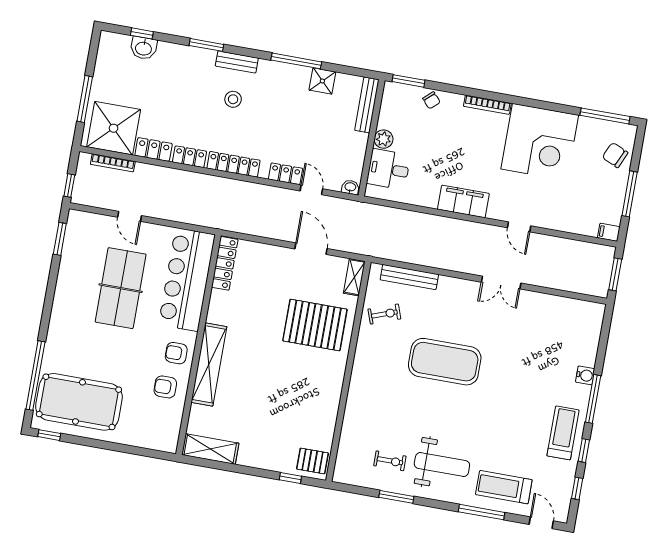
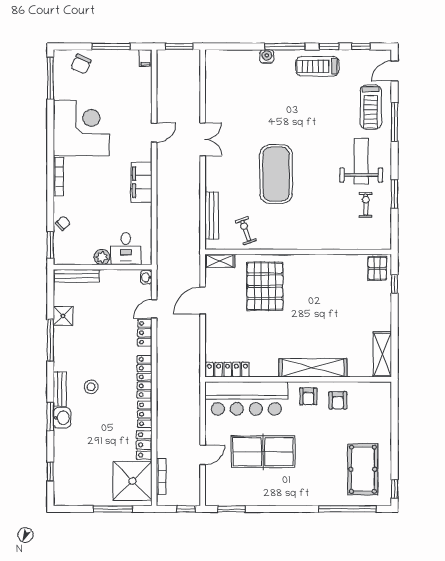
washbasin: (144, 48) -> (62, 418), moved
pool table: (79, 402) -> (363, 469), width x0.73, depth x0.76

